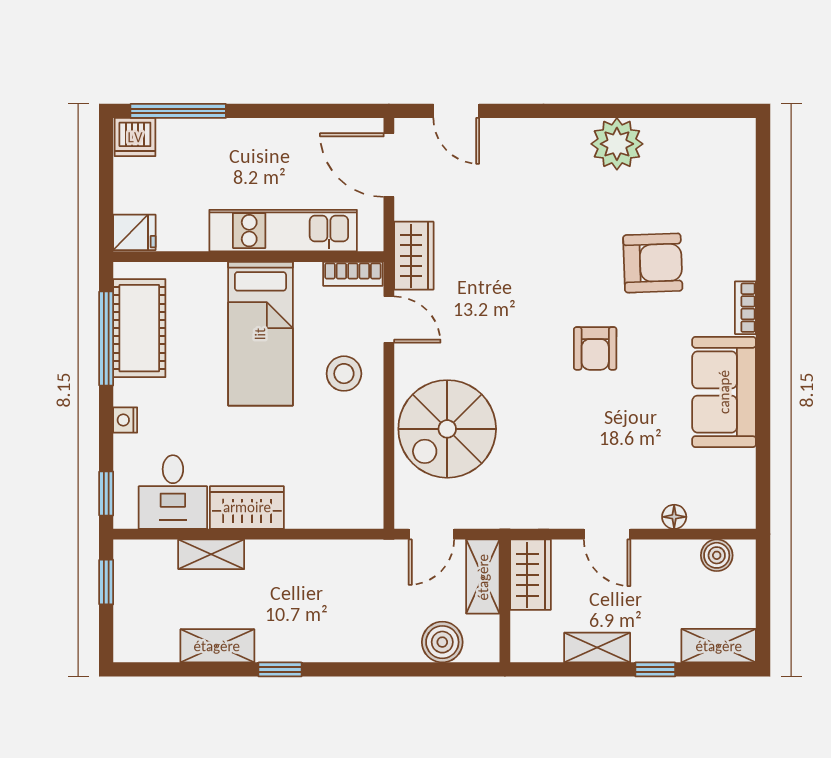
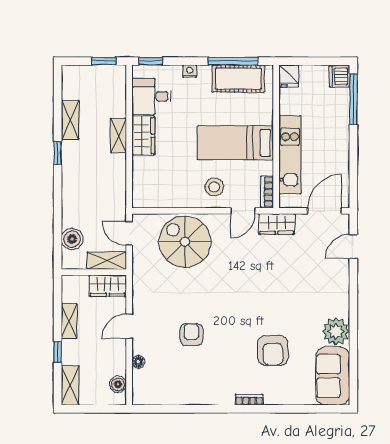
armchair: (595, 348) -> (191, 334), moved, turned 90
sofa: (724, 392) -> (333, 376), moved, turned -90
shelving: (211, 554) -> (119, 136), moved

